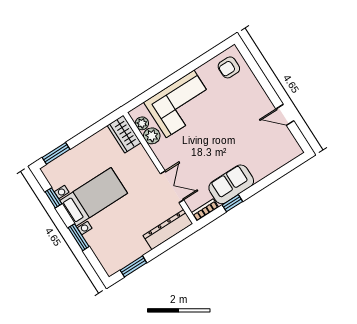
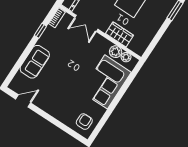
door: (285, 115) -> (23, 101), moved
wardrobe: (124, 134) -> (119, 34), moved
sofa: (231, 184) -> (35, 62), moved

